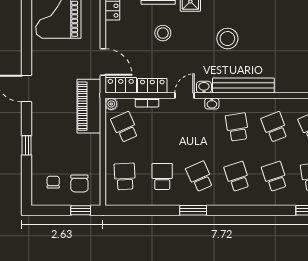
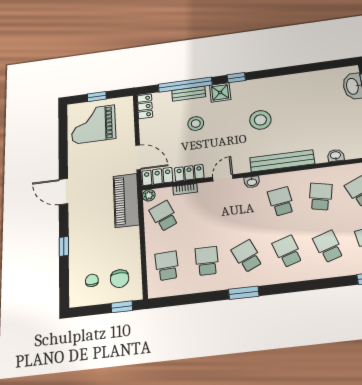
washbasin: (204, 87) -> (336, 156), moved
school desk: (275, 127) -> (321, 196), turned 33

